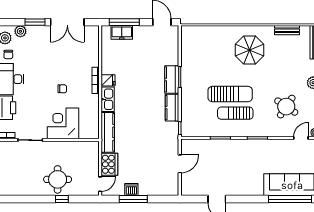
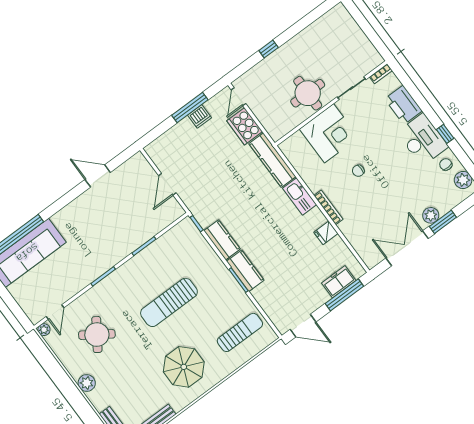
plant: (20, 31) -> (431, 215), moved
fridge: (108, 80) -> (326, 233), moved
sun lounger: (235, 113) -> (240, 332), moved
round table: (58, 179) -> (308, 93), moved

